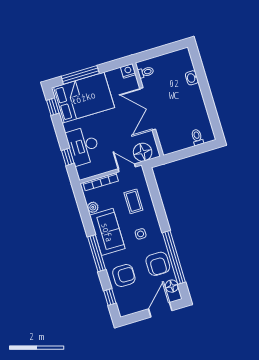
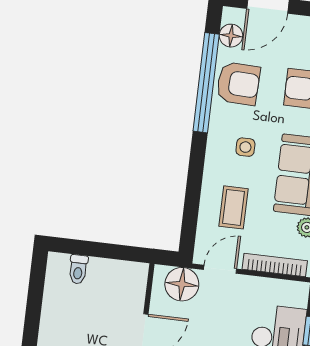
door: (127, 168) -> (220, 269), swing flipped
armchair: (158, 264) -> (238, 84), turned 92

